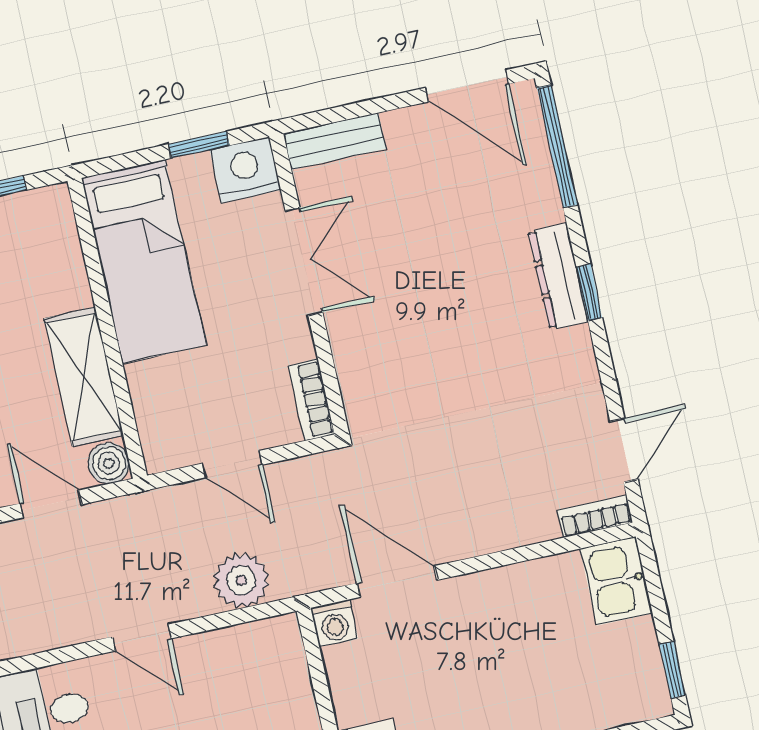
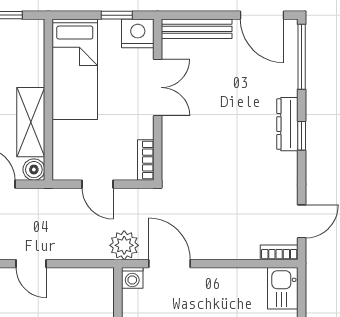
bench: (335, 141) -> (197, 29), width x1.36
plant: (241, 580) -> (124, 245), moved

